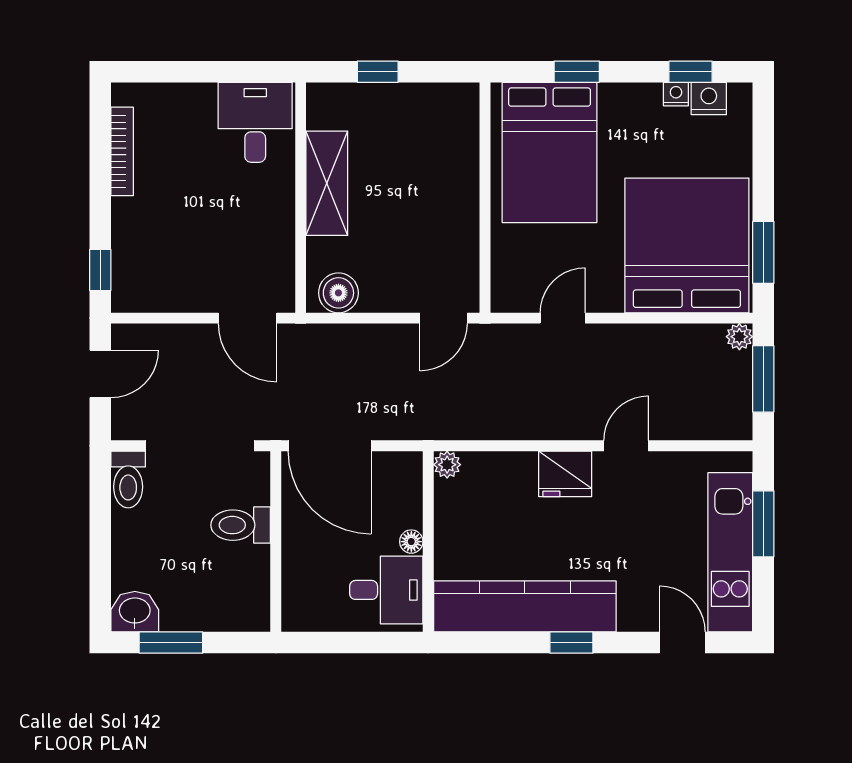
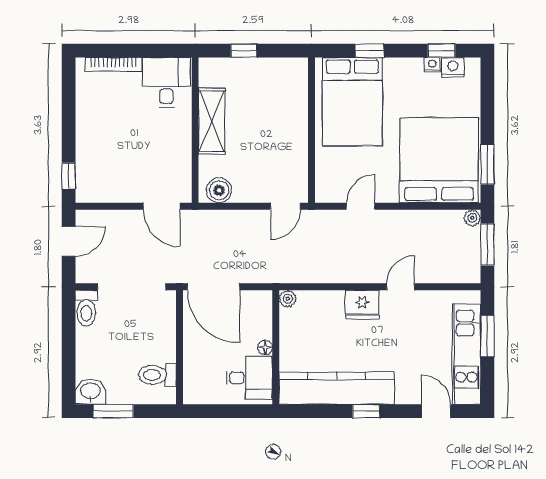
bookcase: (122, 151) -> (113, 64), moved, turned 90
toilet: (241, 525) -> (157, 375), moved

